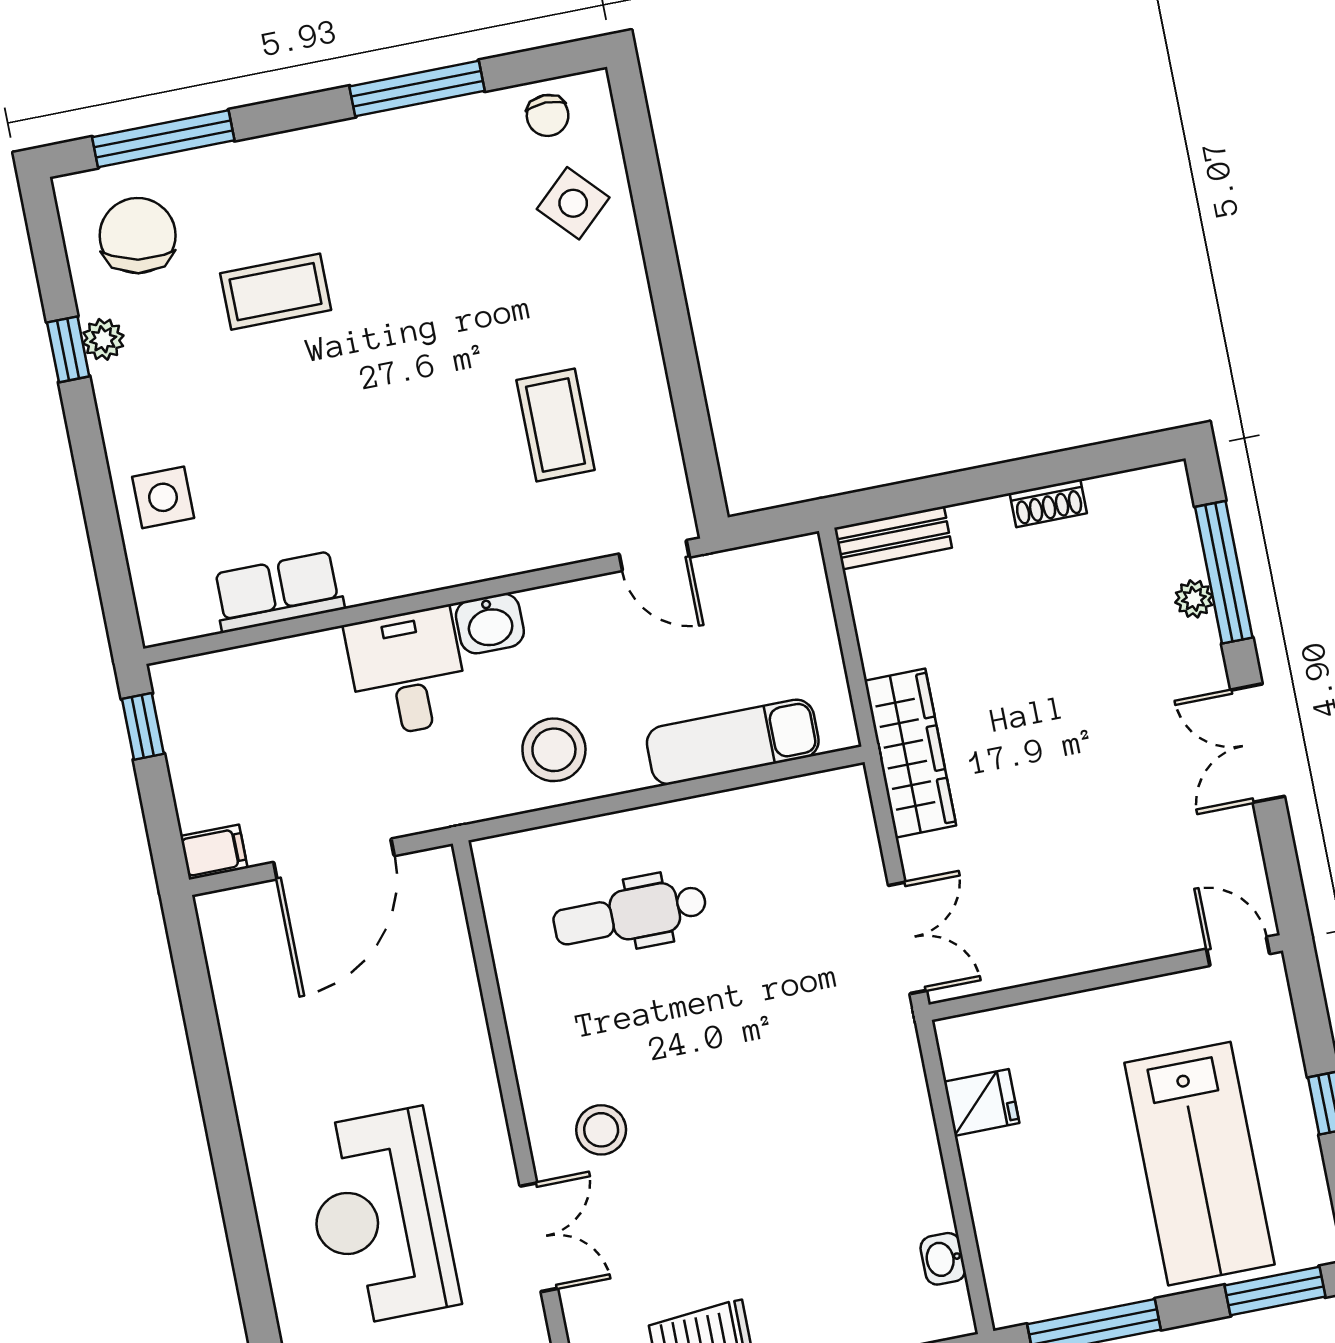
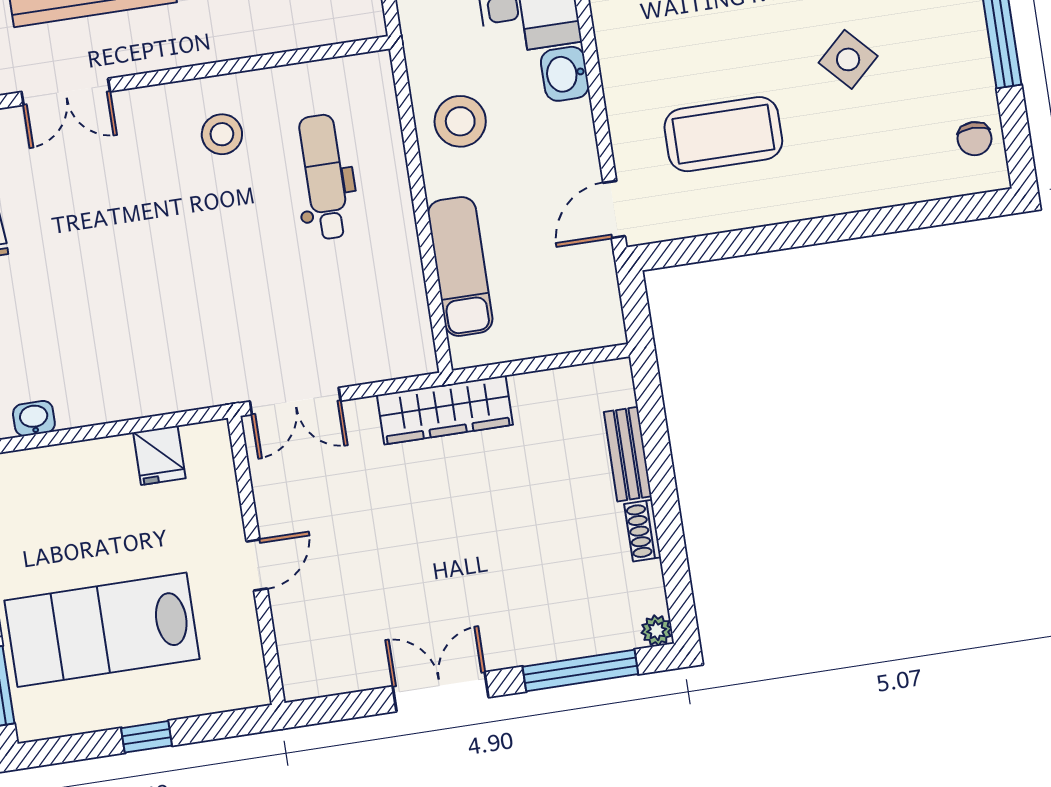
chair: (548, 115) -> (975, 139), turned -90
side table: (573, 203) -> (848, 59), moved
coffee table: (556, 425) -> (723, 134), width x1.36, depth x1.32
bench: (893, 538) -> (628, 454), moved
plant: (1194, 599) -> (657, 630), moved
door: (1238, 951) -> (257, 565), moved
stool: (601, 1130) -> (222, 134), moved

